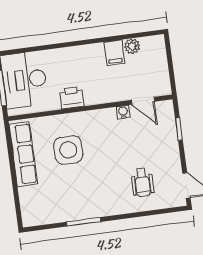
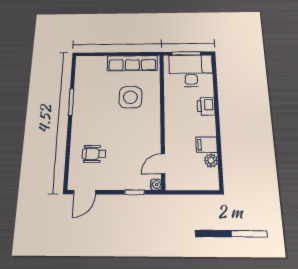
printer: (72, 98) -> (206, 106), moved, turned 180
water cooler: (123, 112) -> (156, 185), moved

